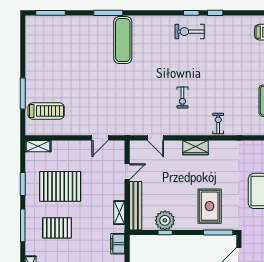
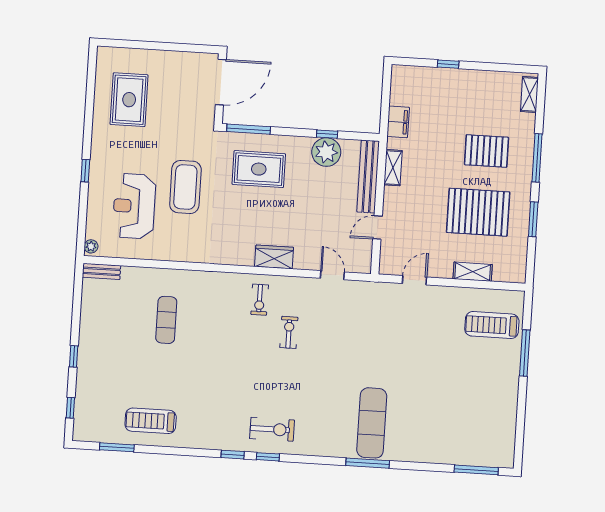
window: (108, 13) -> (368, 463), moved
exercise bike: (218, 123) -> (260, 300), moved
shelving: (38, 146) -> (473, 272), moved
rug: (210, 206) -> (259, 169), turned 90

